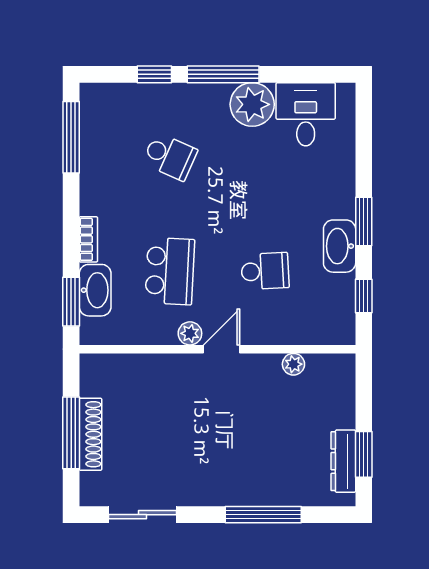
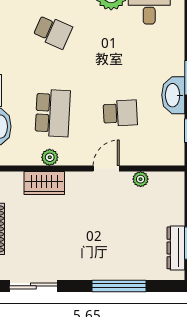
plant: (190, 333) -> (50, 157), moved
door: (221, 349) -> (106, 168), moved
wardrobe: (158, 370) -> (44, 183), added

